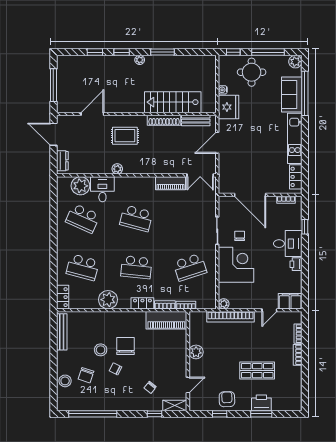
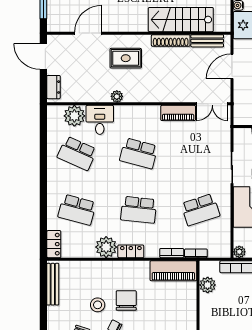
locker: (142, 303) -> (131, 251), moved
plant: (196, 352) -> (208, 285), moved

